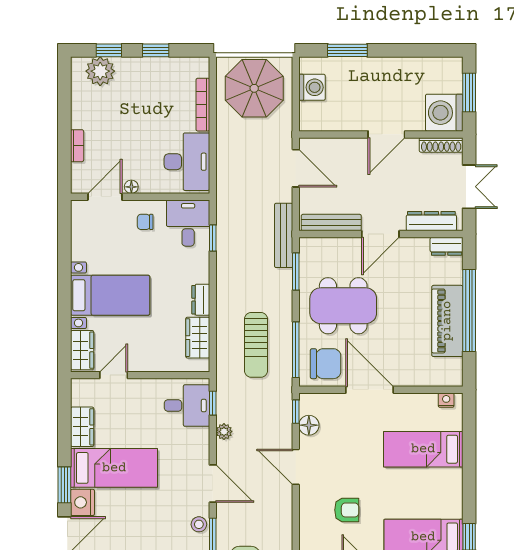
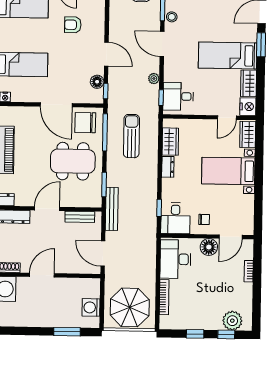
floor lamp: (131, 187) -> (209, 247), width x1.89, depth x1.89
bench: (331, 223) -> (80, 217), width x0.73
nightstand: (82, 502) -> (248, 107), moved

